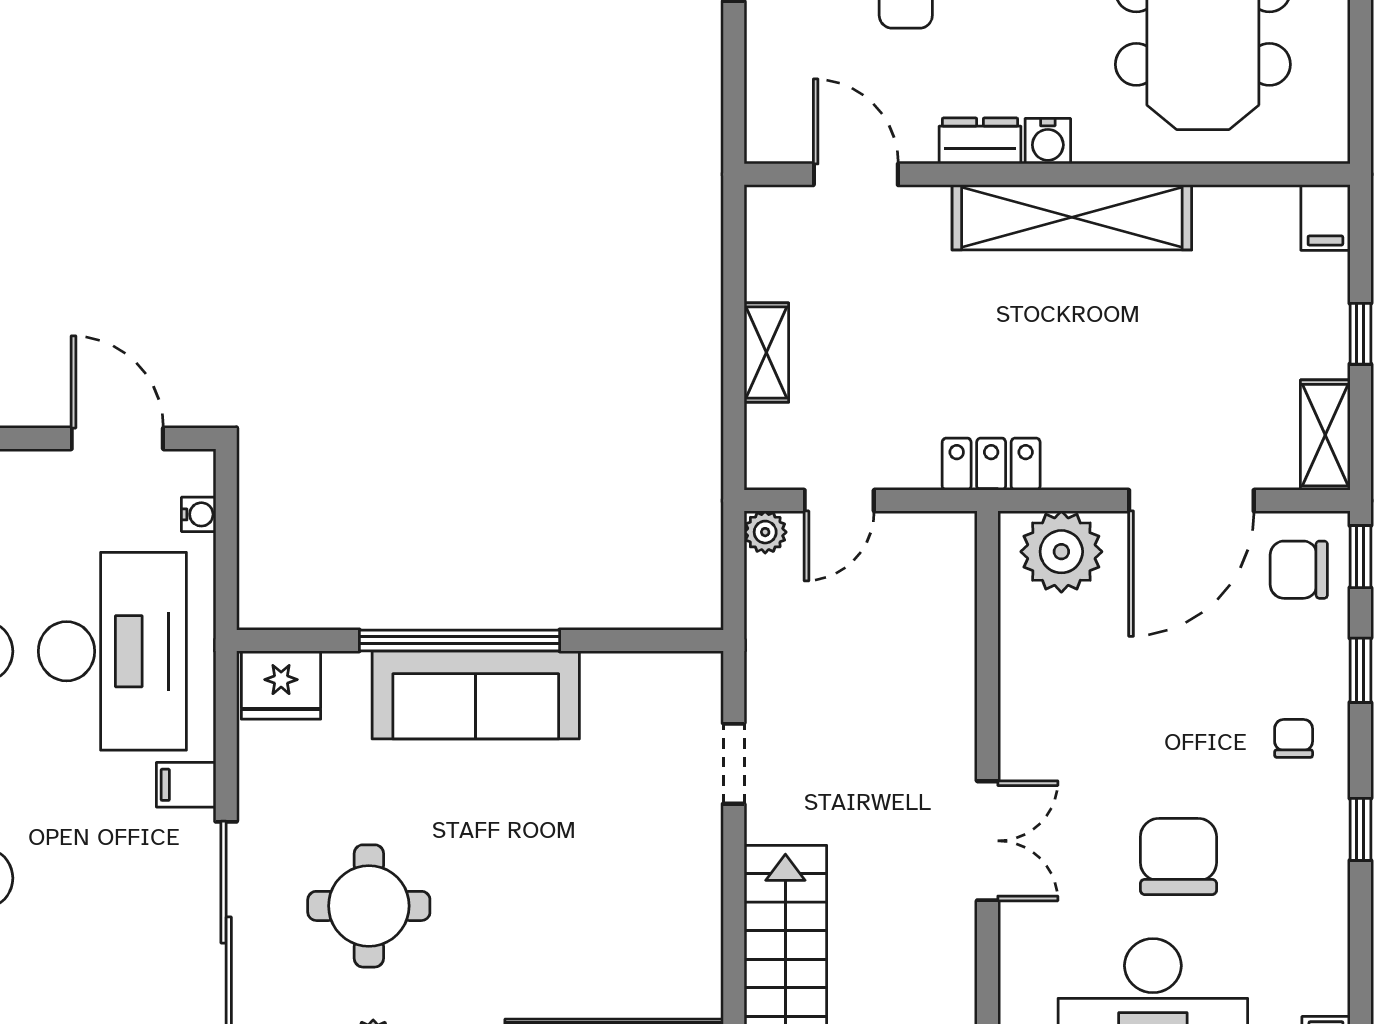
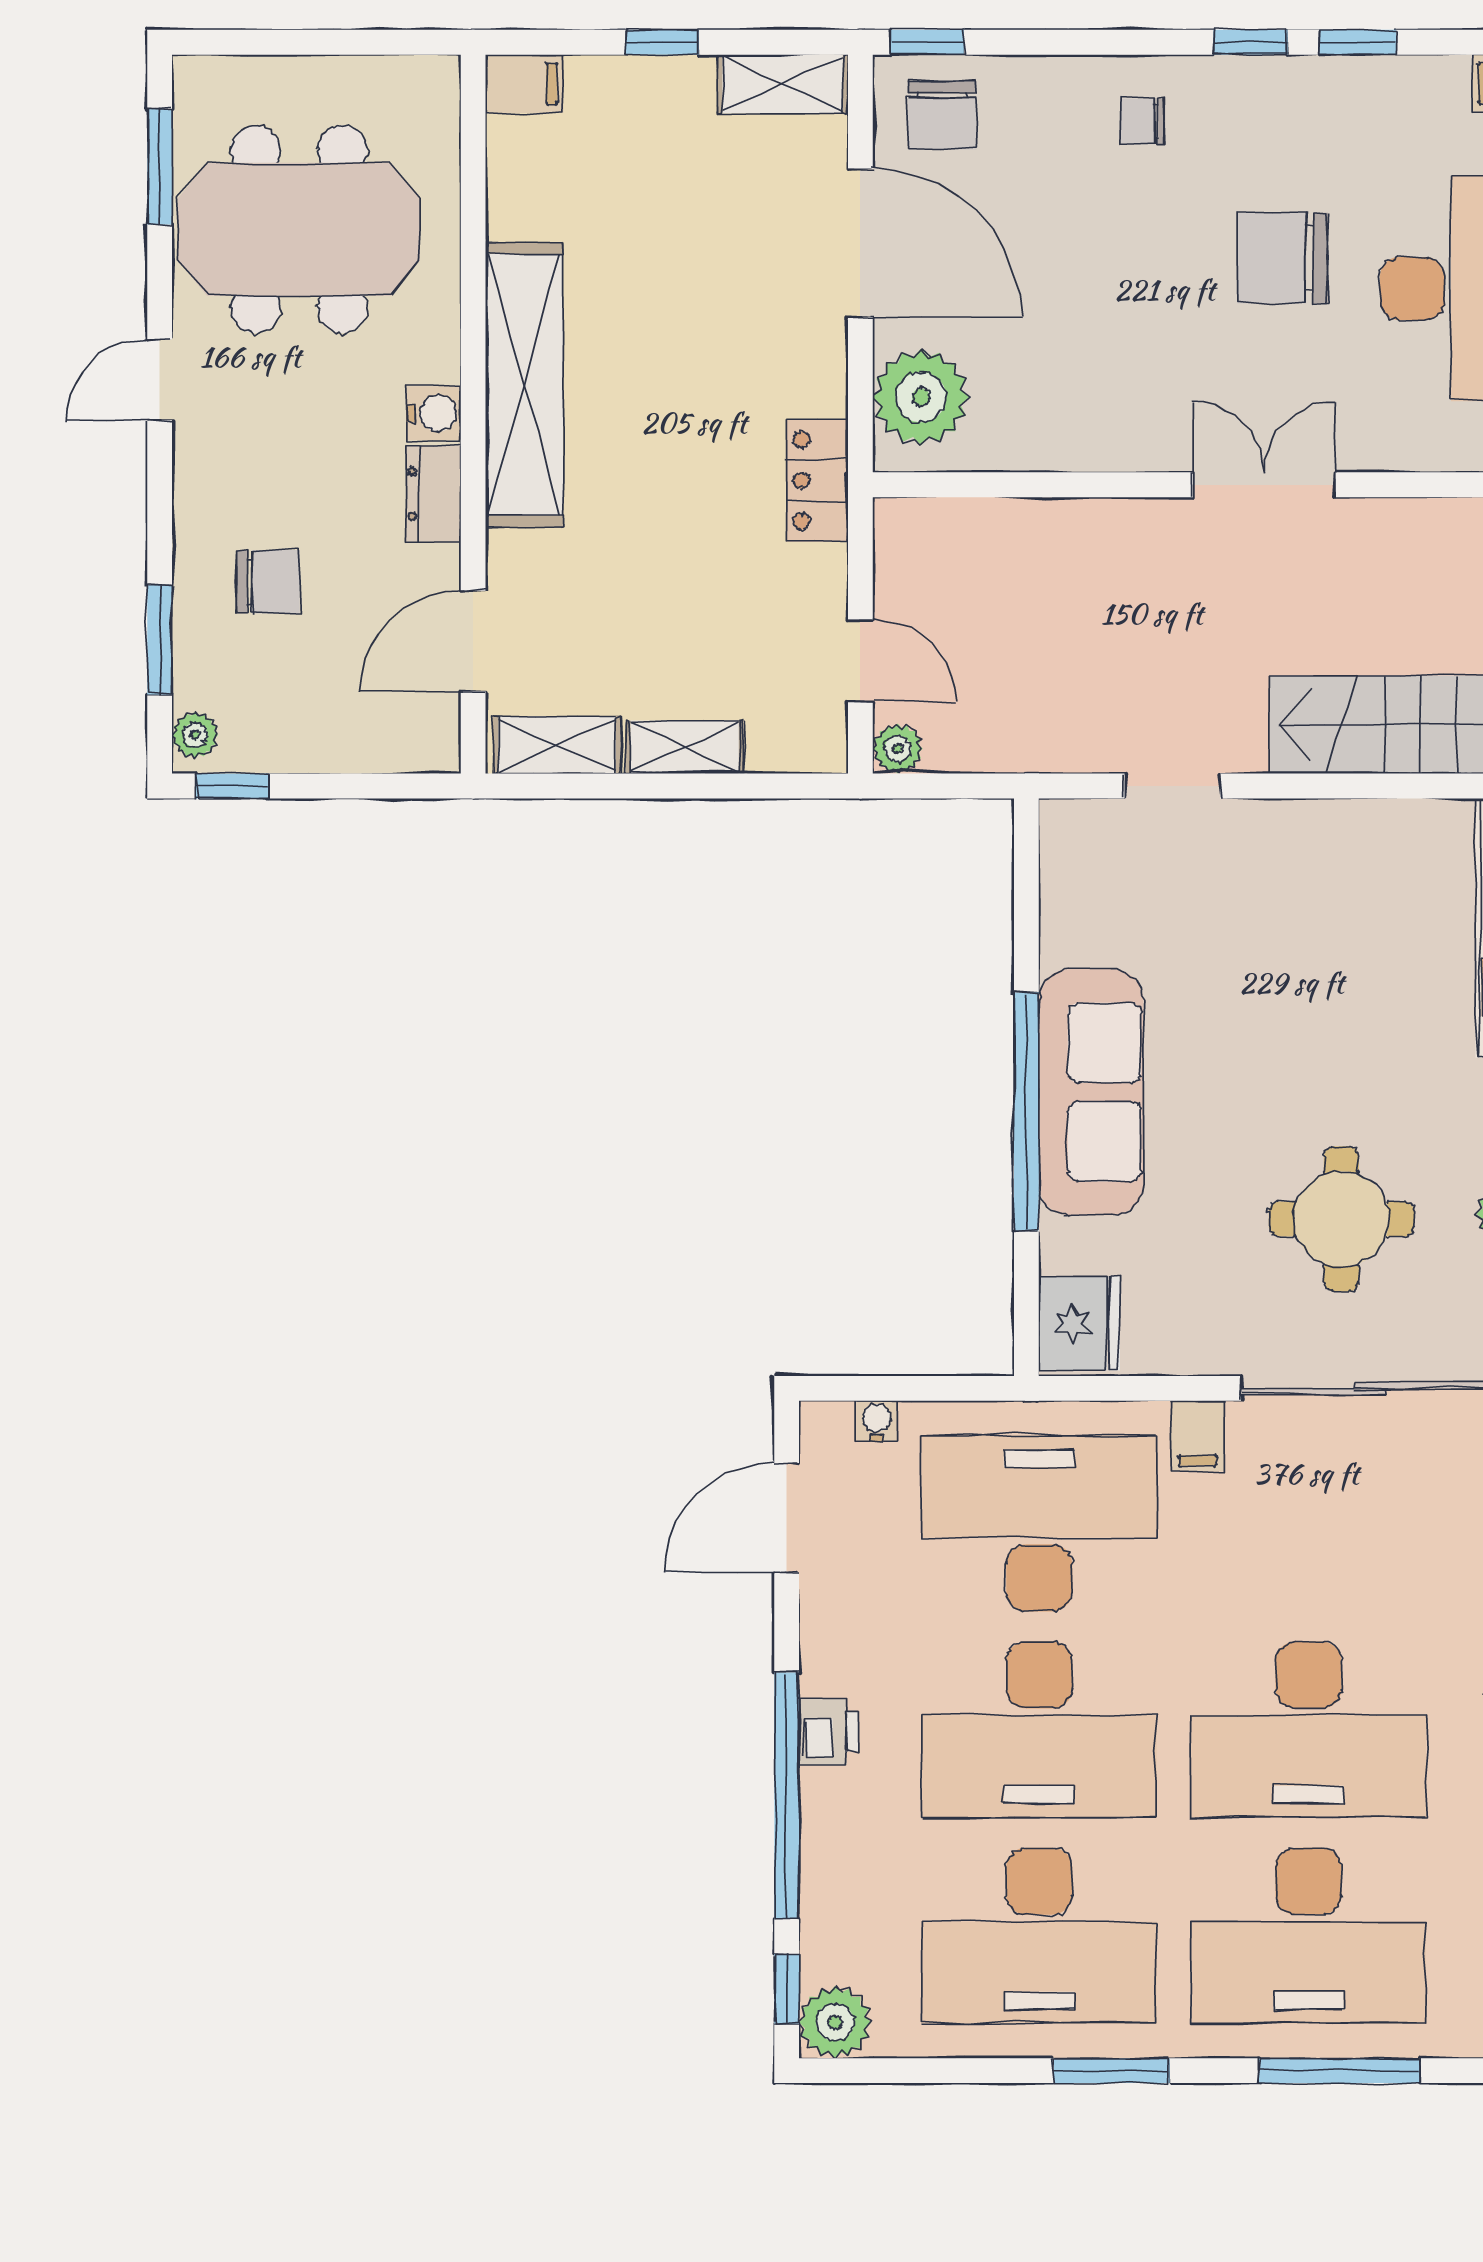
shelving: (768, 245) -> (557, 745), added
window: (1360, 670) -> (1358, 42), moved

